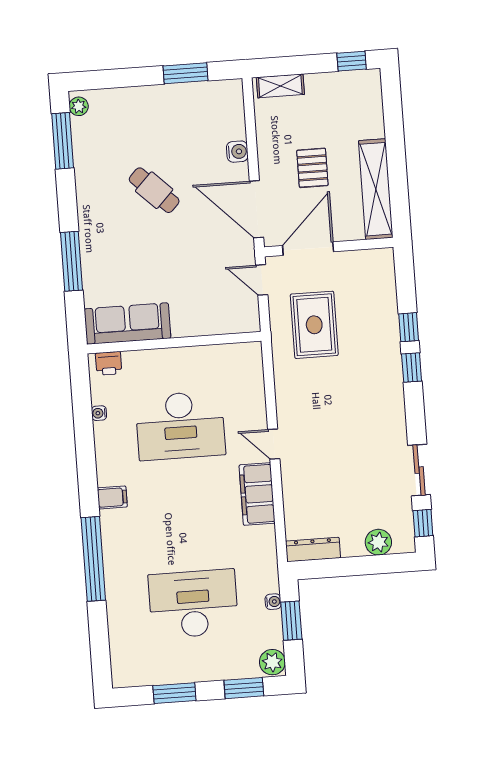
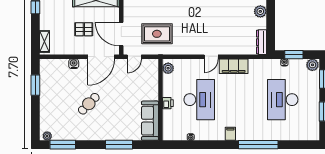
plant: (243, 354) -> (168, 68), added
printer: (109, 363) -> (168, 103), moved

